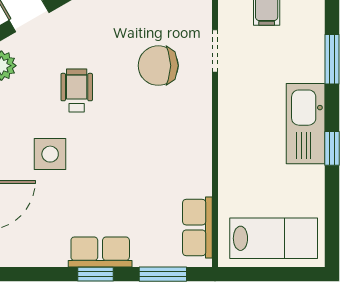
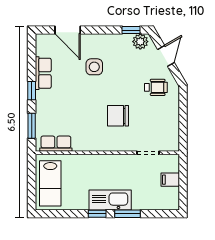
window: (332, 59) -> (128, 214), moved
chair: (158, 66) -> (118, 116), moved, turned -90
wheelchair: (77, 91) -> (156, 87), moved
row of seats: (100, 252) -> (43, 73), moved

